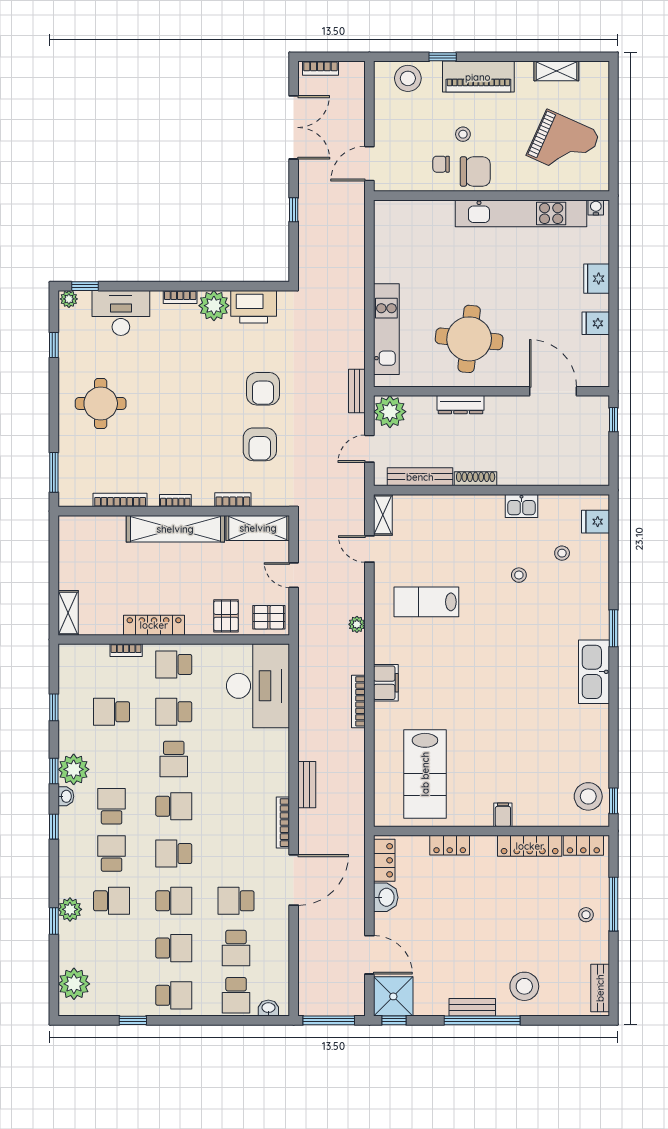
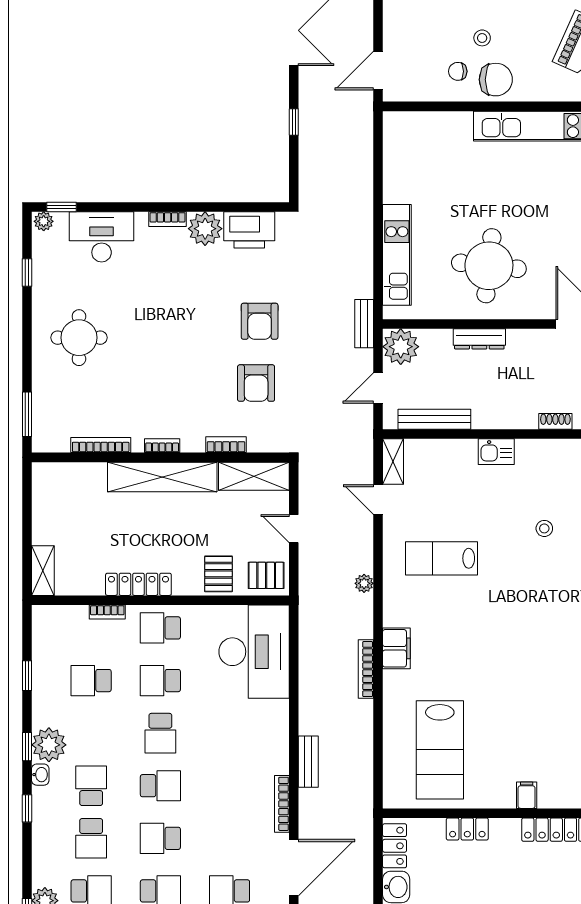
shoe rack: (476, 479) -> (555, 421), moved, width x0.70
kitchen sink: (521, 506) -> (496, 452), moved
school desk: (112, 854) -> (91, 838), turned 180

